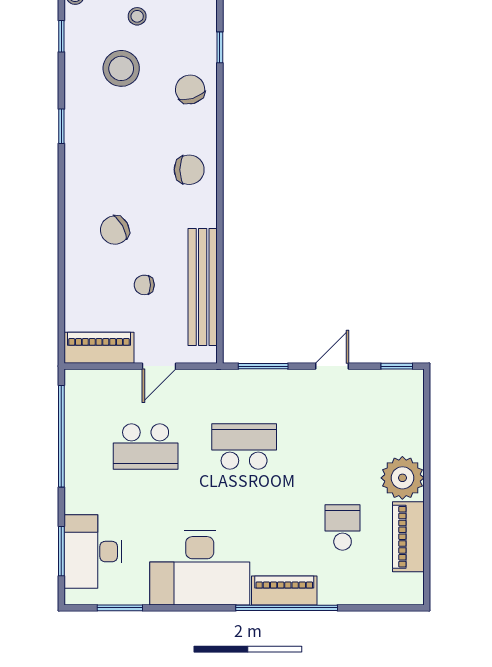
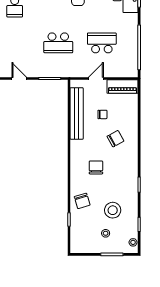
chair: (189, 170) -> (96, 167), moved, turned 90
door: (332, 366) -> (19, 78), swing flipped

